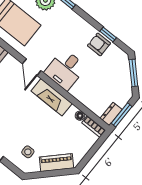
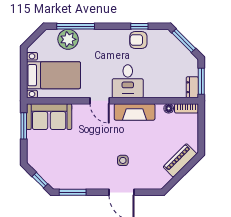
side table: (28, 152) -> (123, 160), moved

